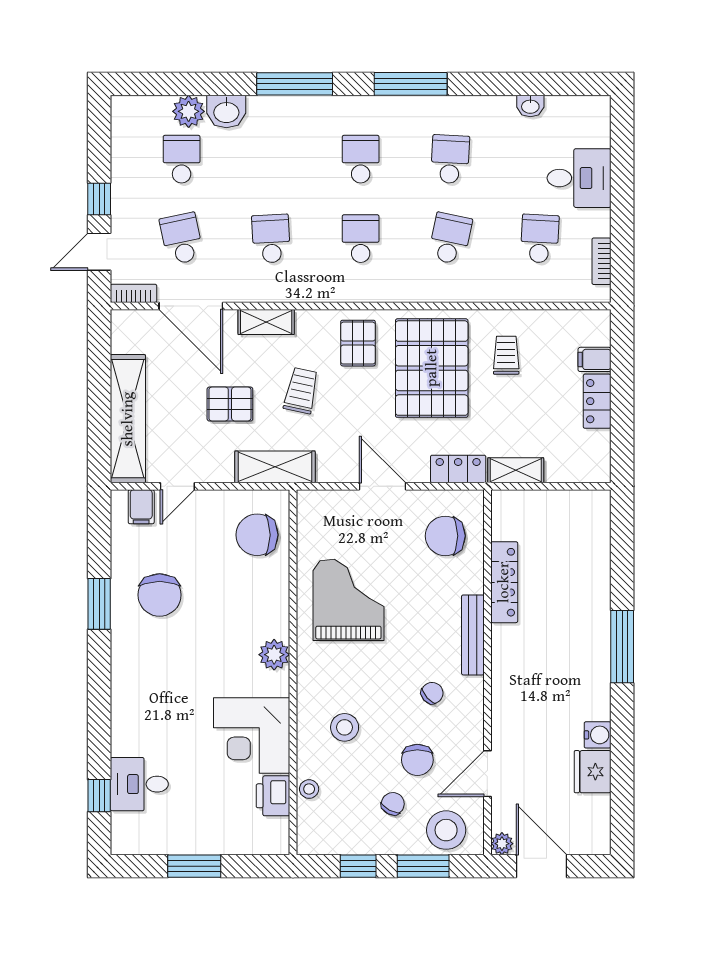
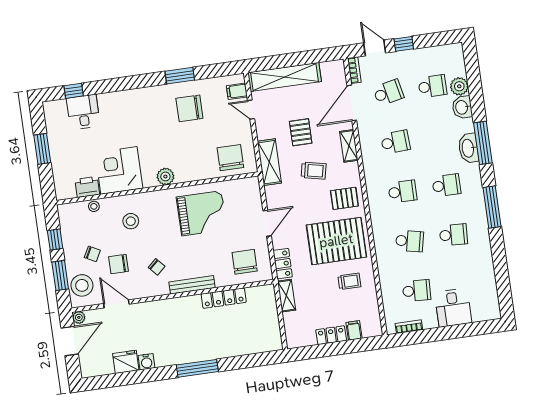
washbasin: (530, 106) -> (468, 148), moved, width x1.91, depth x1.45

